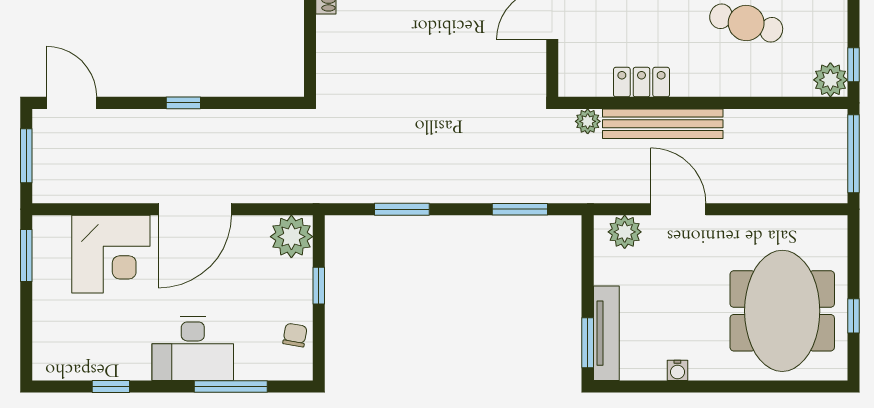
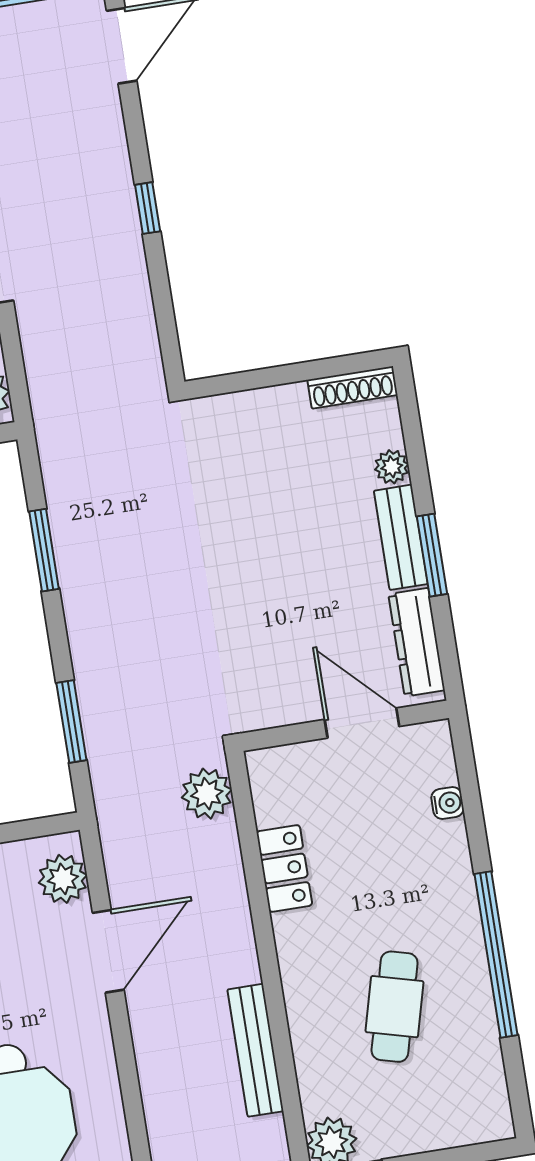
plant: (588, 121) -> (207, 794), width x1.38, depth x1.38
bench: (663, 124) -> (255, 1050), moved, width x0.73, depth x0.82

